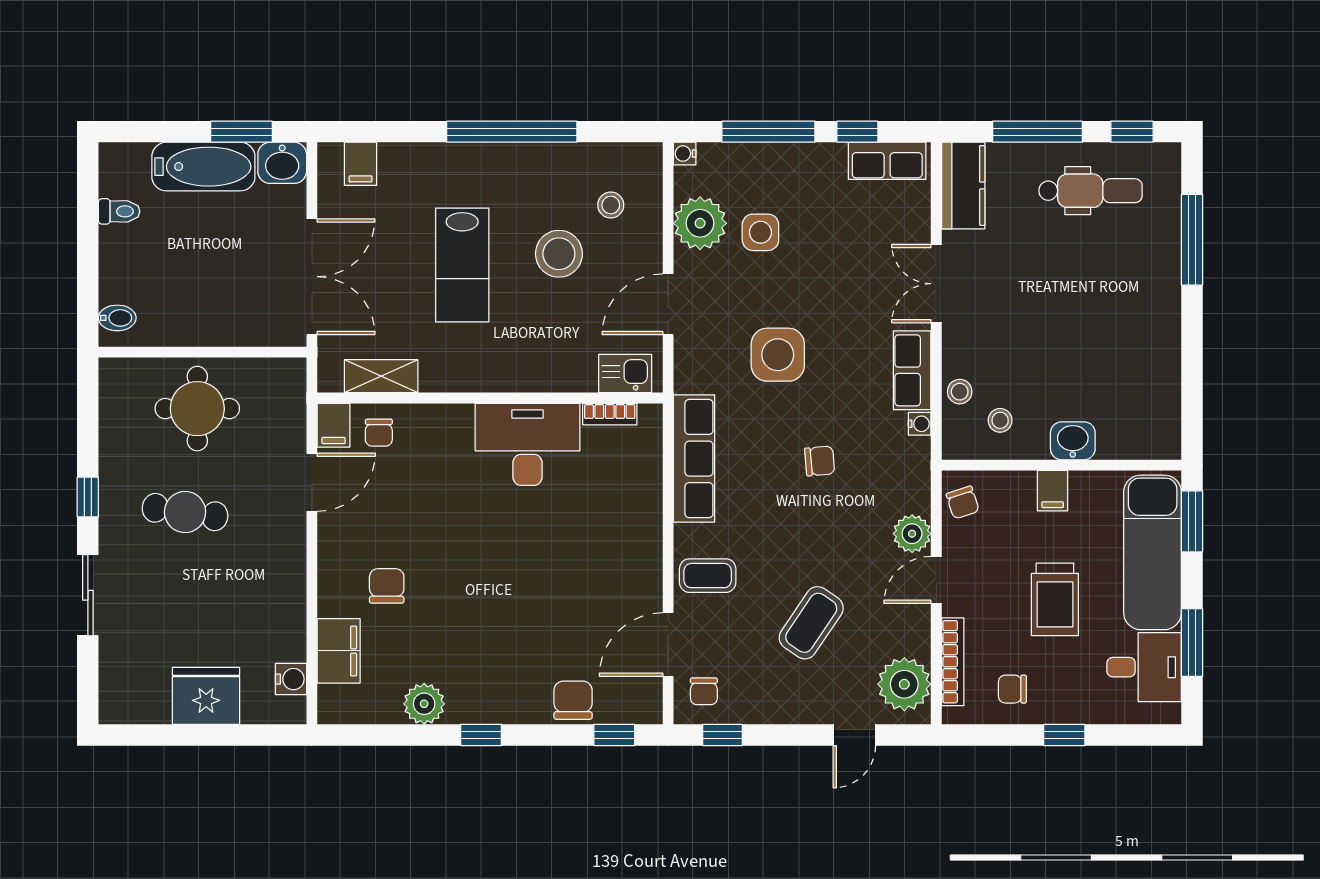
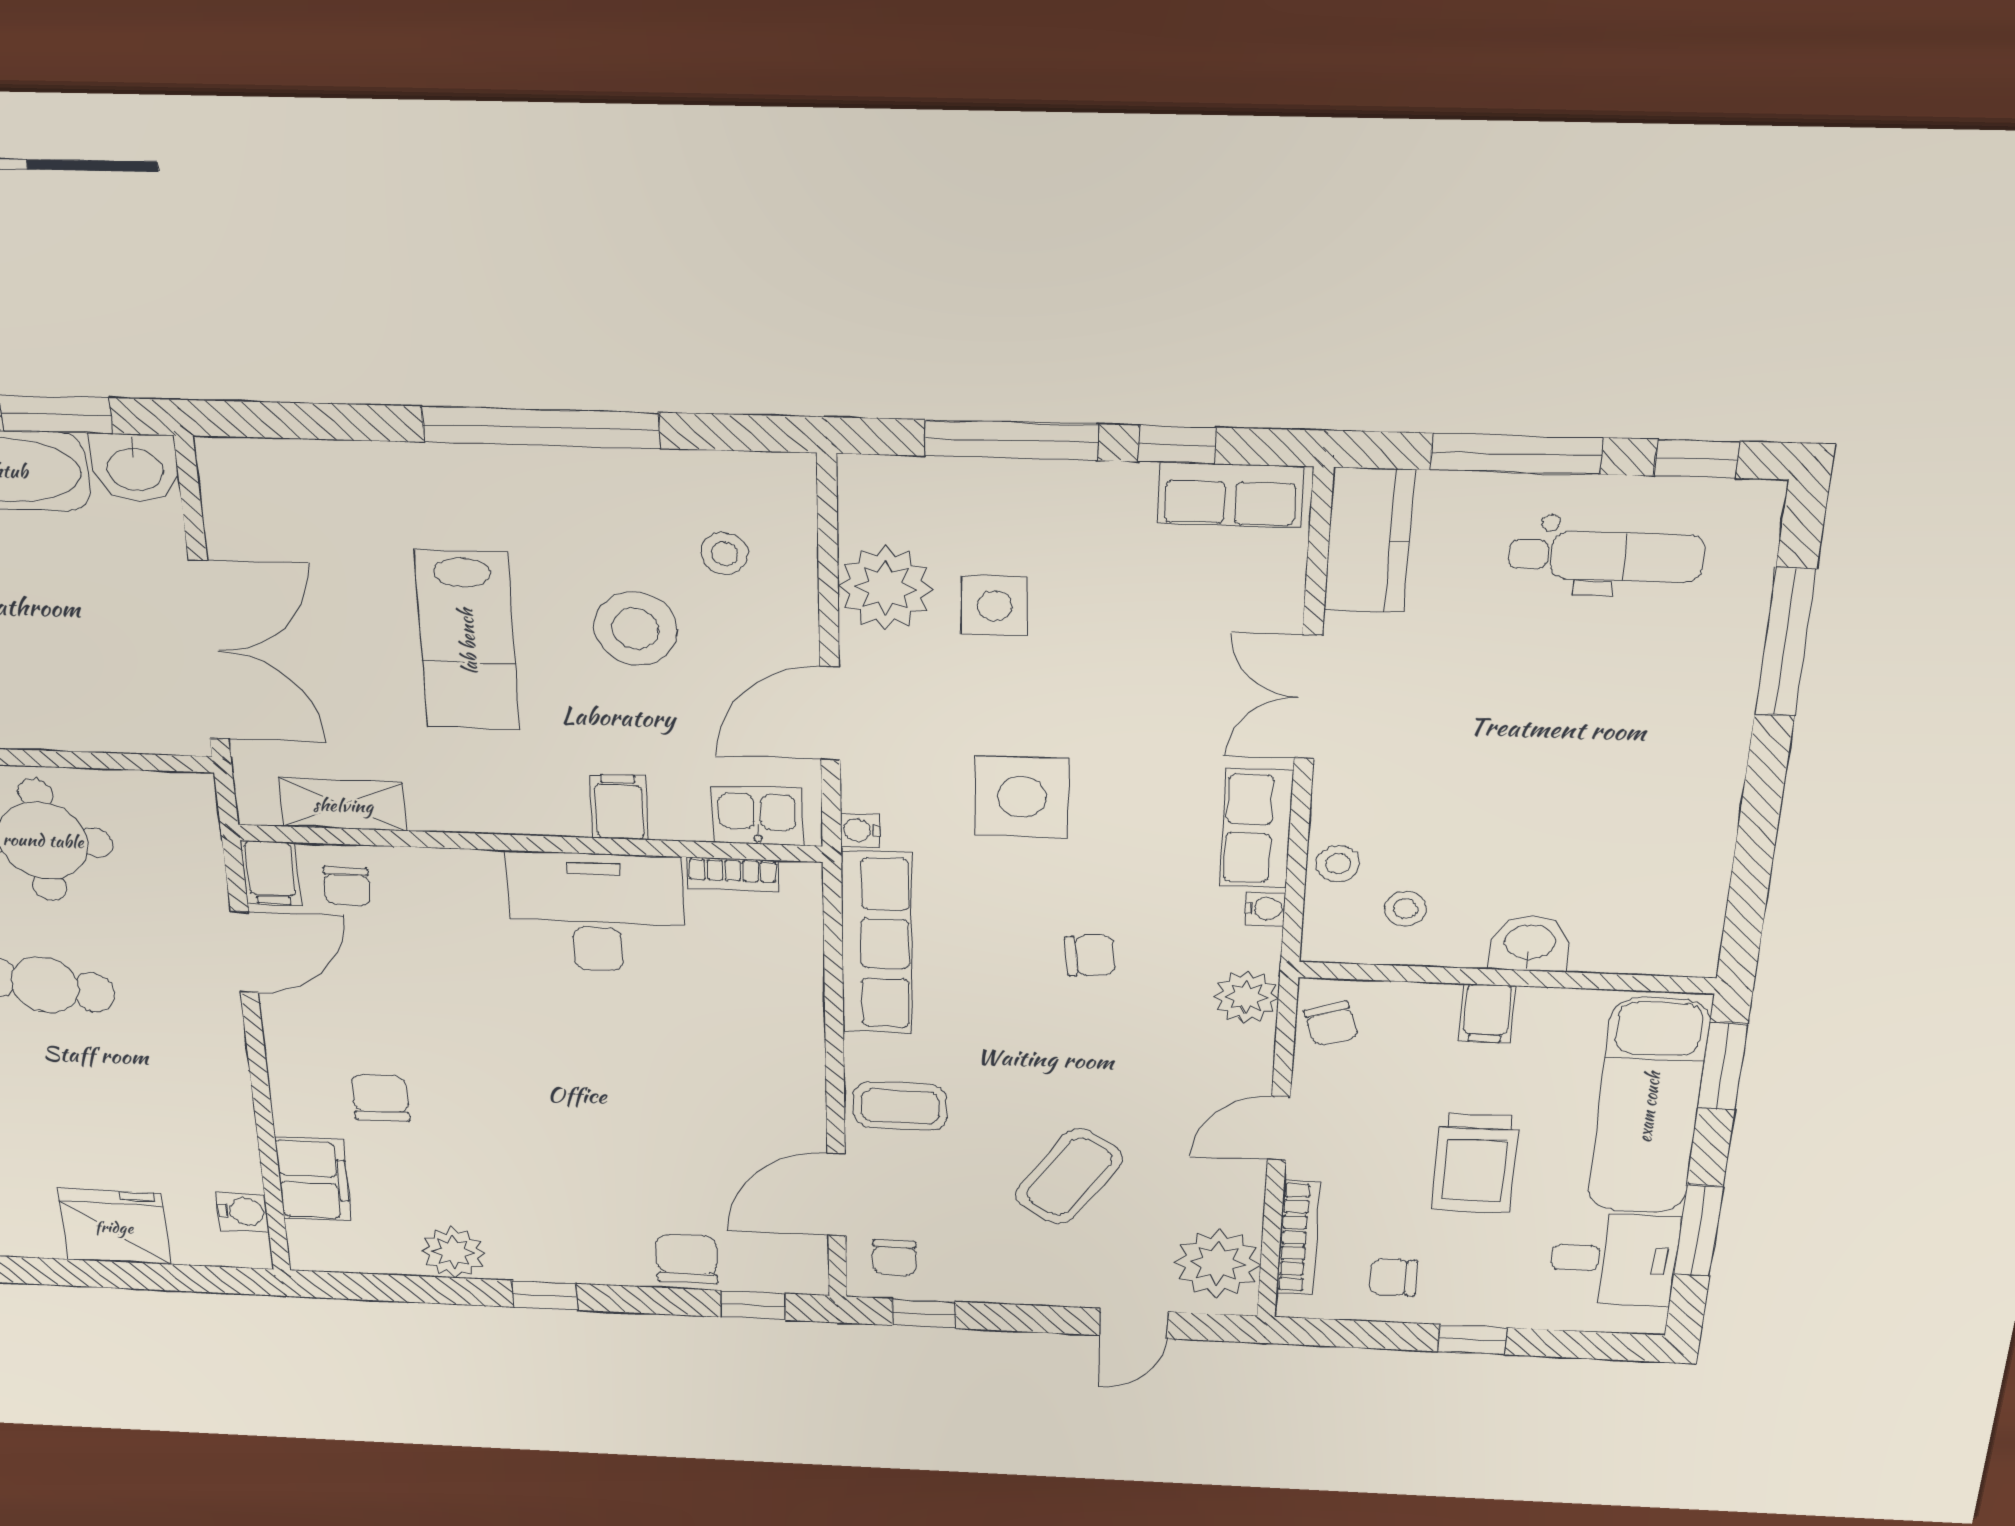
water cooler: (685, 154) -> (860, 830), moved
filing cabinet: (360, 164) -> (619, 807), moved, turned 180
plant: (912, 534) -> (1246, 997), moved

